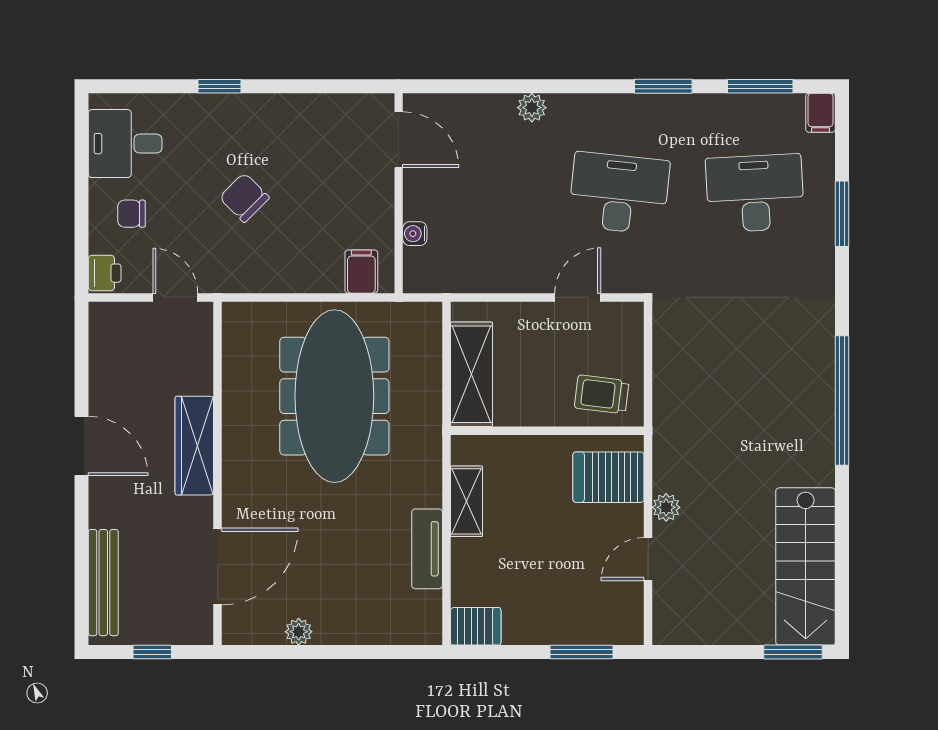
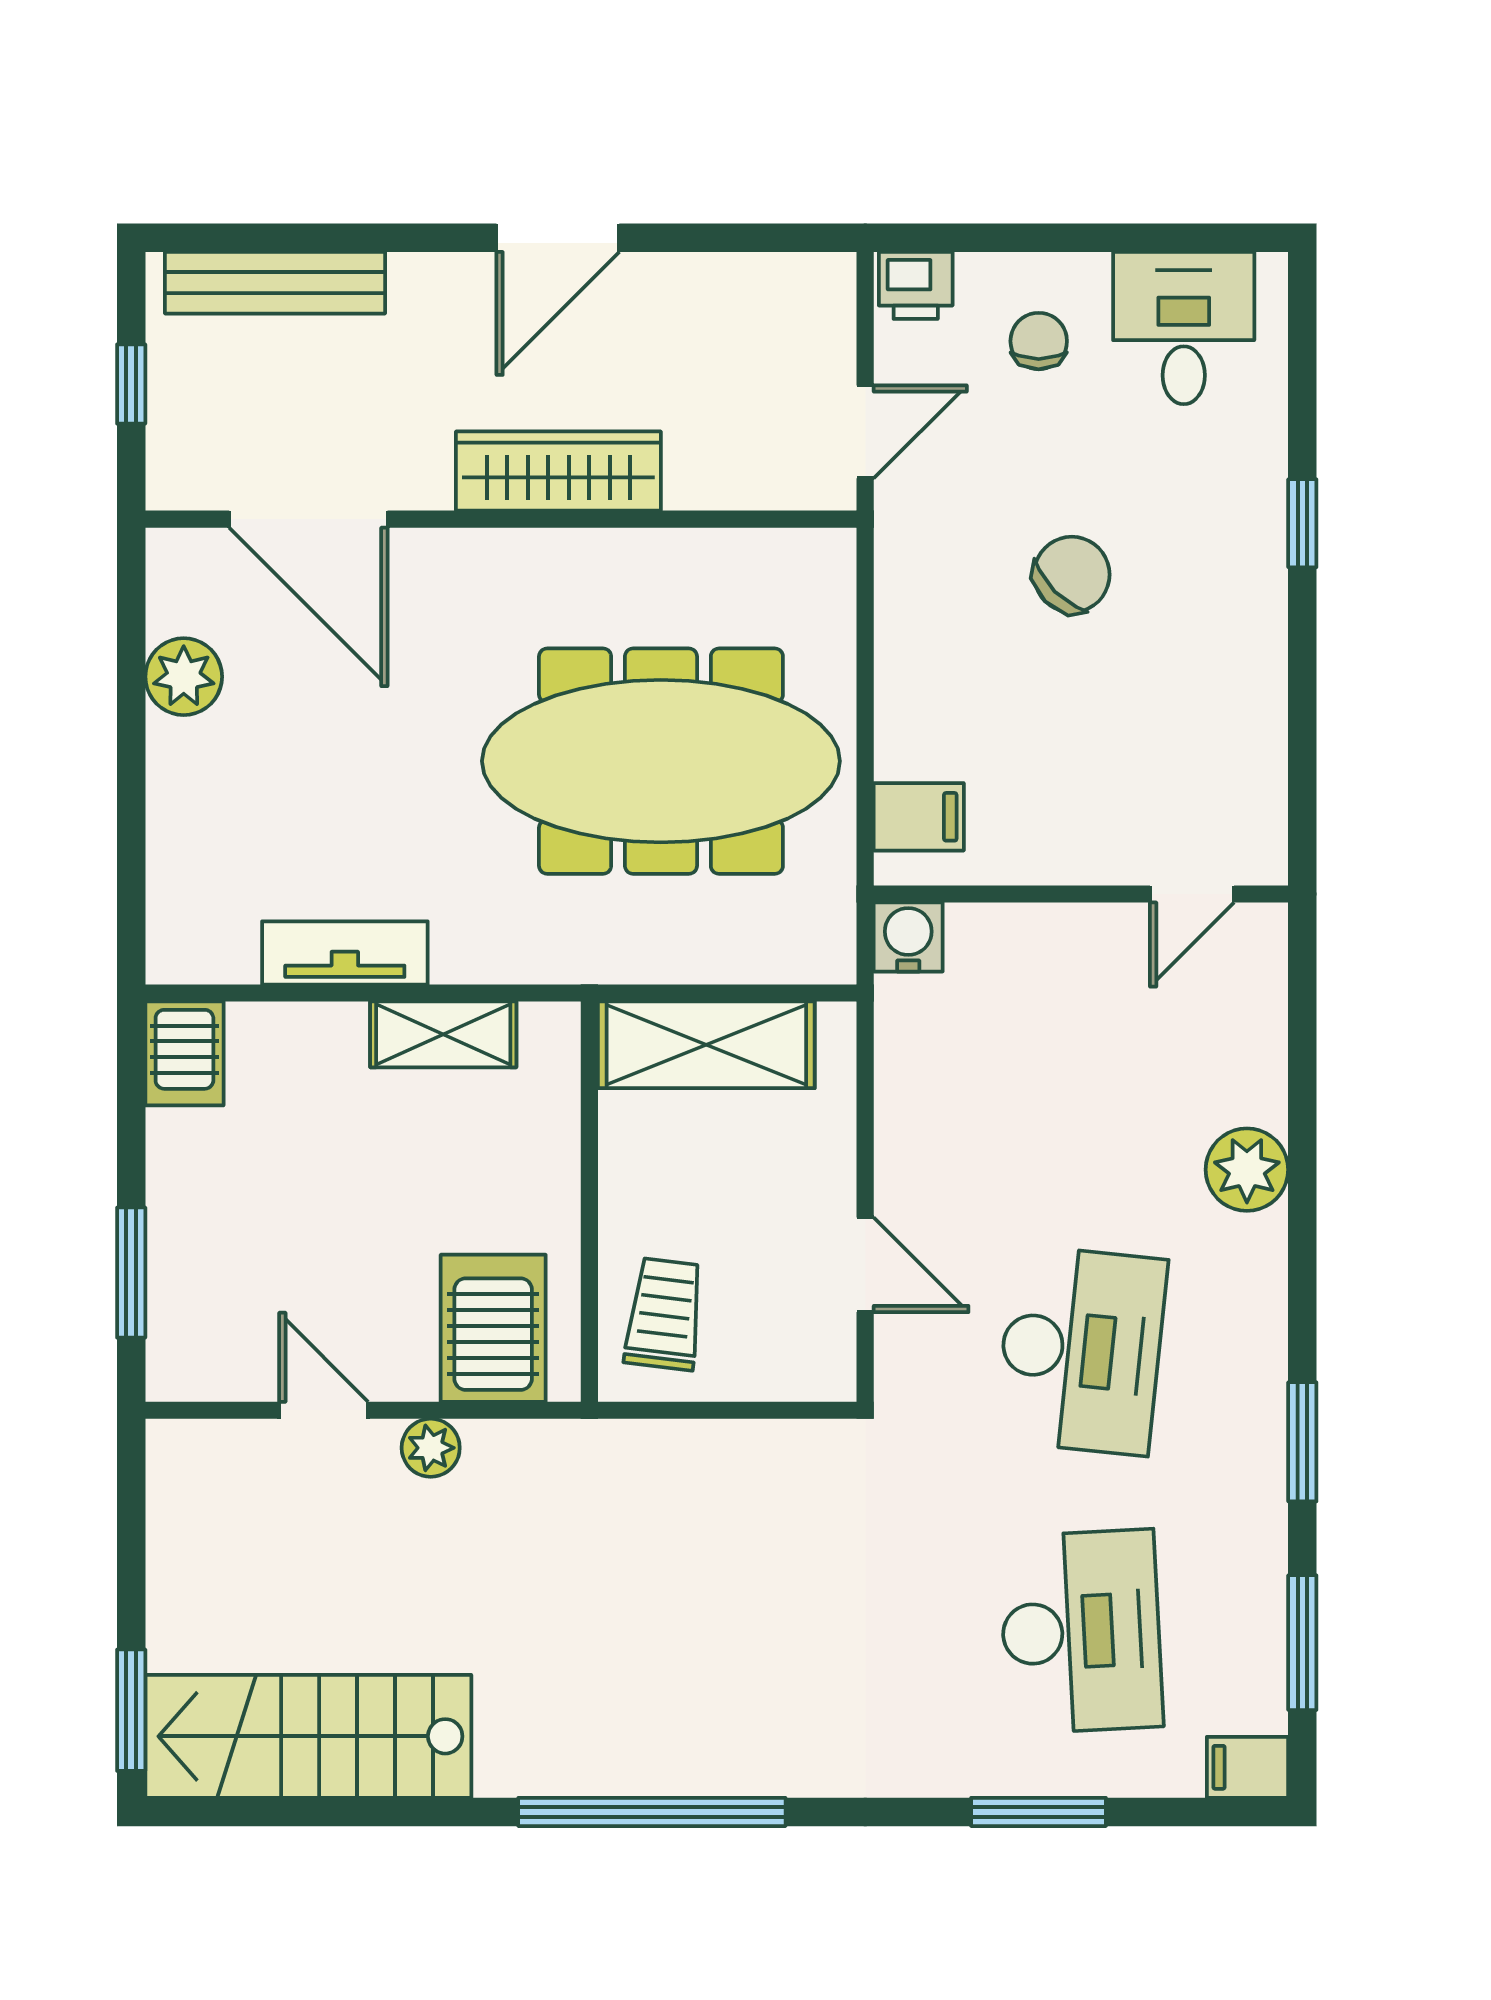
plant: (532, 108) -> (1247, 1170), width x1.38, depth x1.38
door: (399, 140) -> (1192, 894), width x0.73
water cooler: (415, 234) -> (908, 937), moved, width x1.38, depth x1.38
plant: (299, 632) -> (184, 677), width x1.38, depth x1.38

